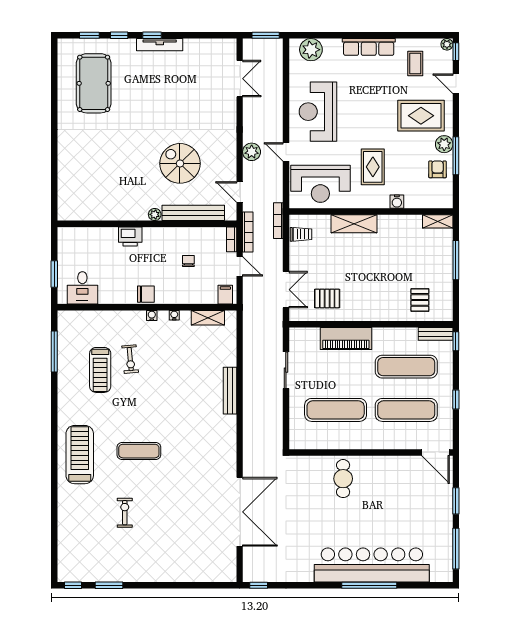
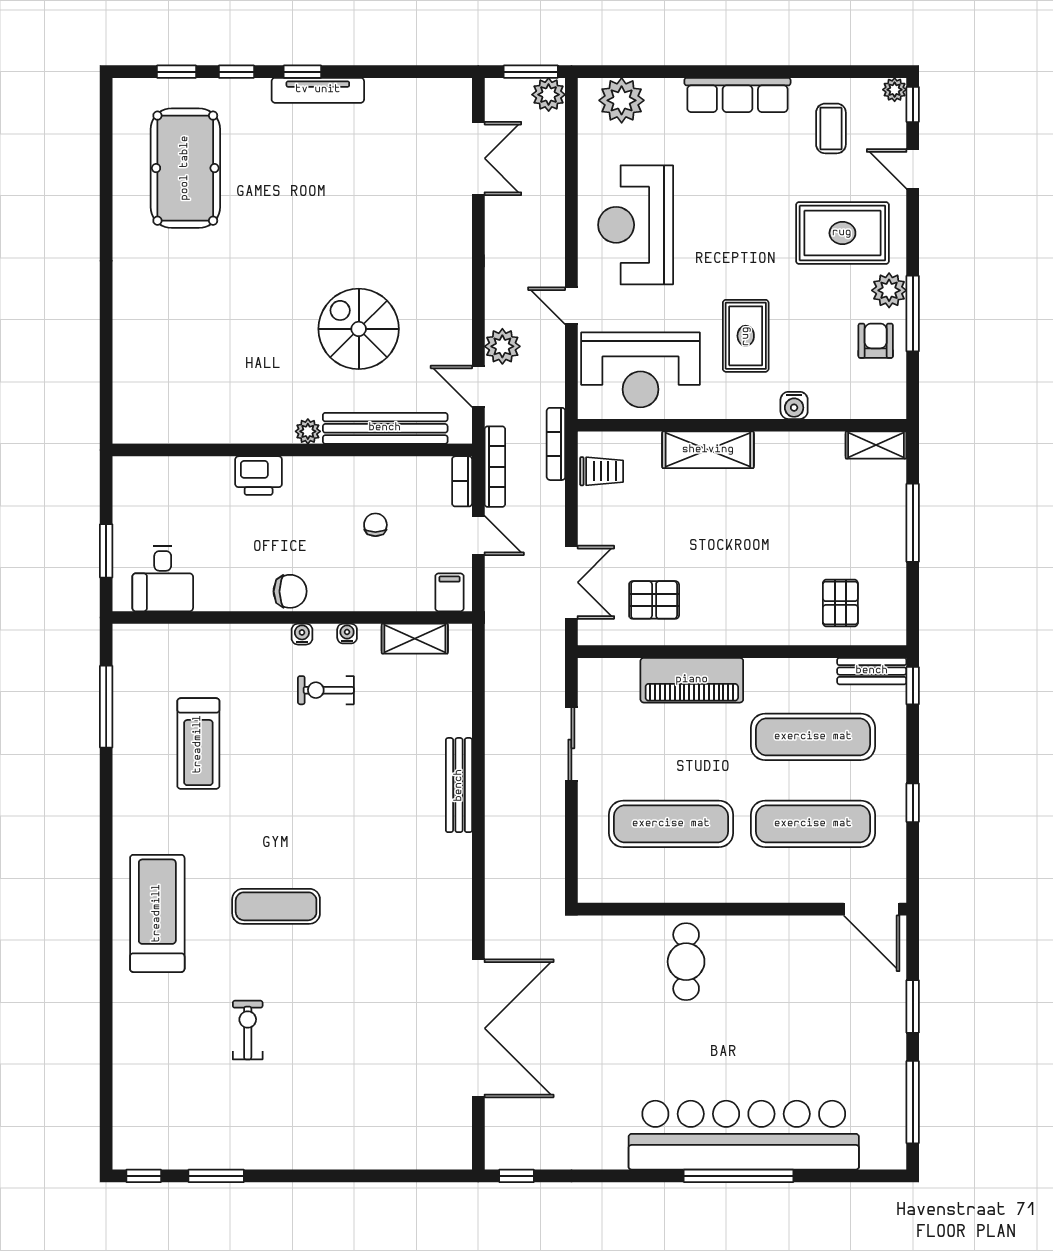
plant: (275, 47) -> (549, 95), added
plant: (252, 152) -> (502, 346), moved
exercise bike: (130, 359) -> (326, 690), moved, turned 95

